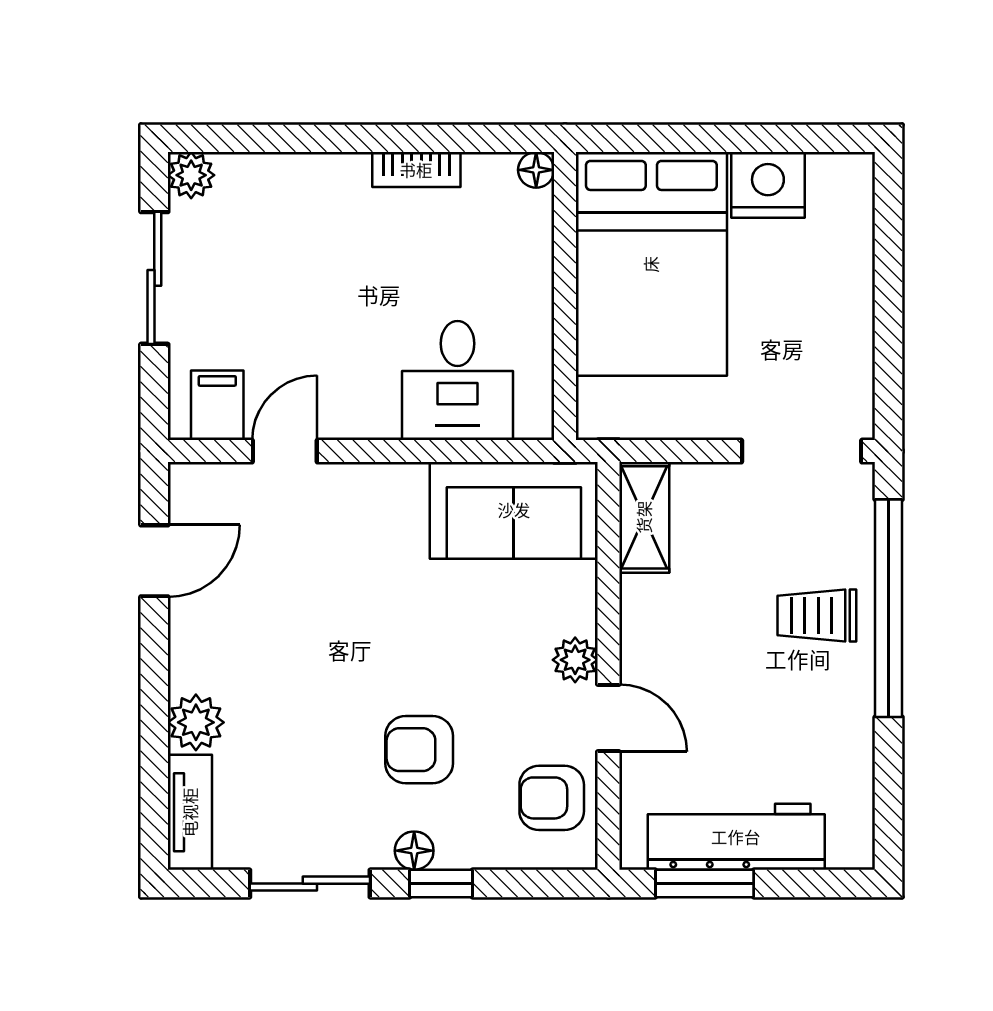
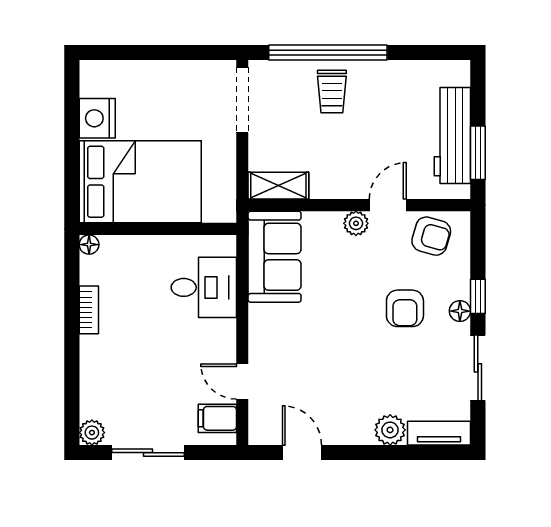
armchair: (552, 798) -> (431, 236), turned -74

